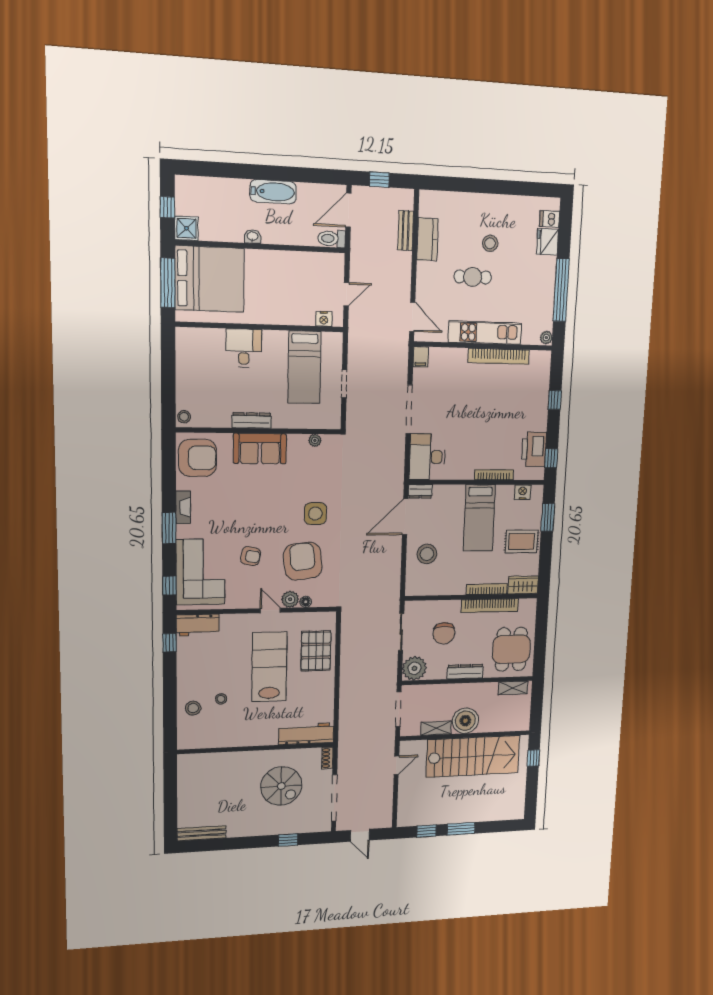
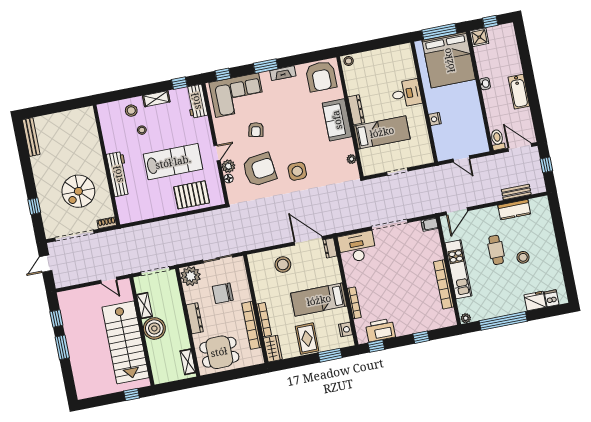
nightstand: (324, 319) -> (435, 119), moved
bed: (304, 367) -> (382, 132), moved, turned 180
shelving: (184, 675) -> (156, 99), added
workbench: (306, 734) -> (118, 174), moved

